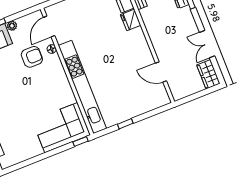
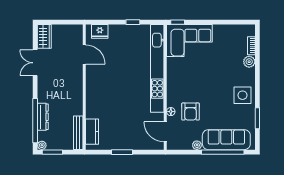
fridge: (131, 20) -> (100, 31), moved, turned 90
door: (49, 26) -> (165, 132), swing flipped
double door: (207, 44) -> (35, 63), swing flipped
armchair: (32, 57) -> (190, 112), turned -90

